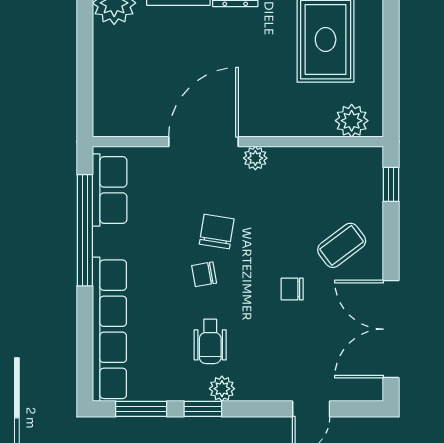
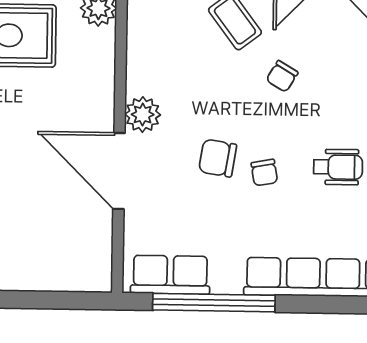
plant: (255, 158) -> (143, 115), width x1.38, depth x1.38
chair: (292, 289) -> (282, 76), turned 31

